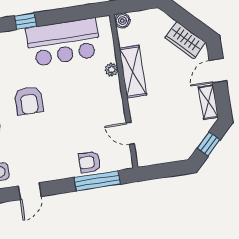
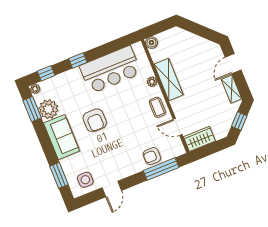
wardrobe: (185, 40) -> (199, 139), moved, turned 135
coffee table: (111, 103) -> (157, 107), added

